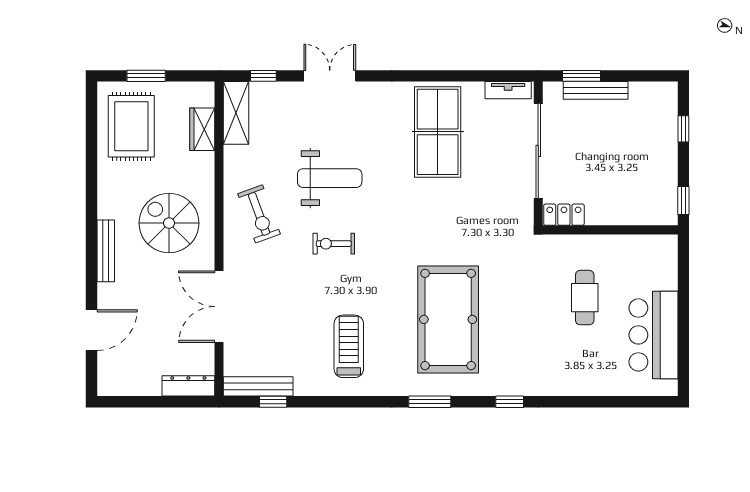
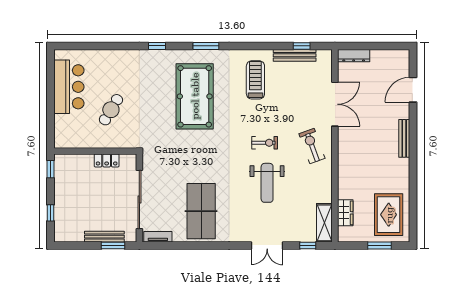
weight bench: (330, 178) -> (267, 183), turned -90
exercise bike: (259, 214) -> (312, 146), moved
locker: (564, 215) -> (107, 160), moved
spiral stairs: (169, 223) -> (365, 155), removed
cafe table: (585, 298) -> (111, 110), turned 31
treadmill: (349, 346) -> (255, 80), turned 180
bench: (258, 386) -> (295, 55), moved

